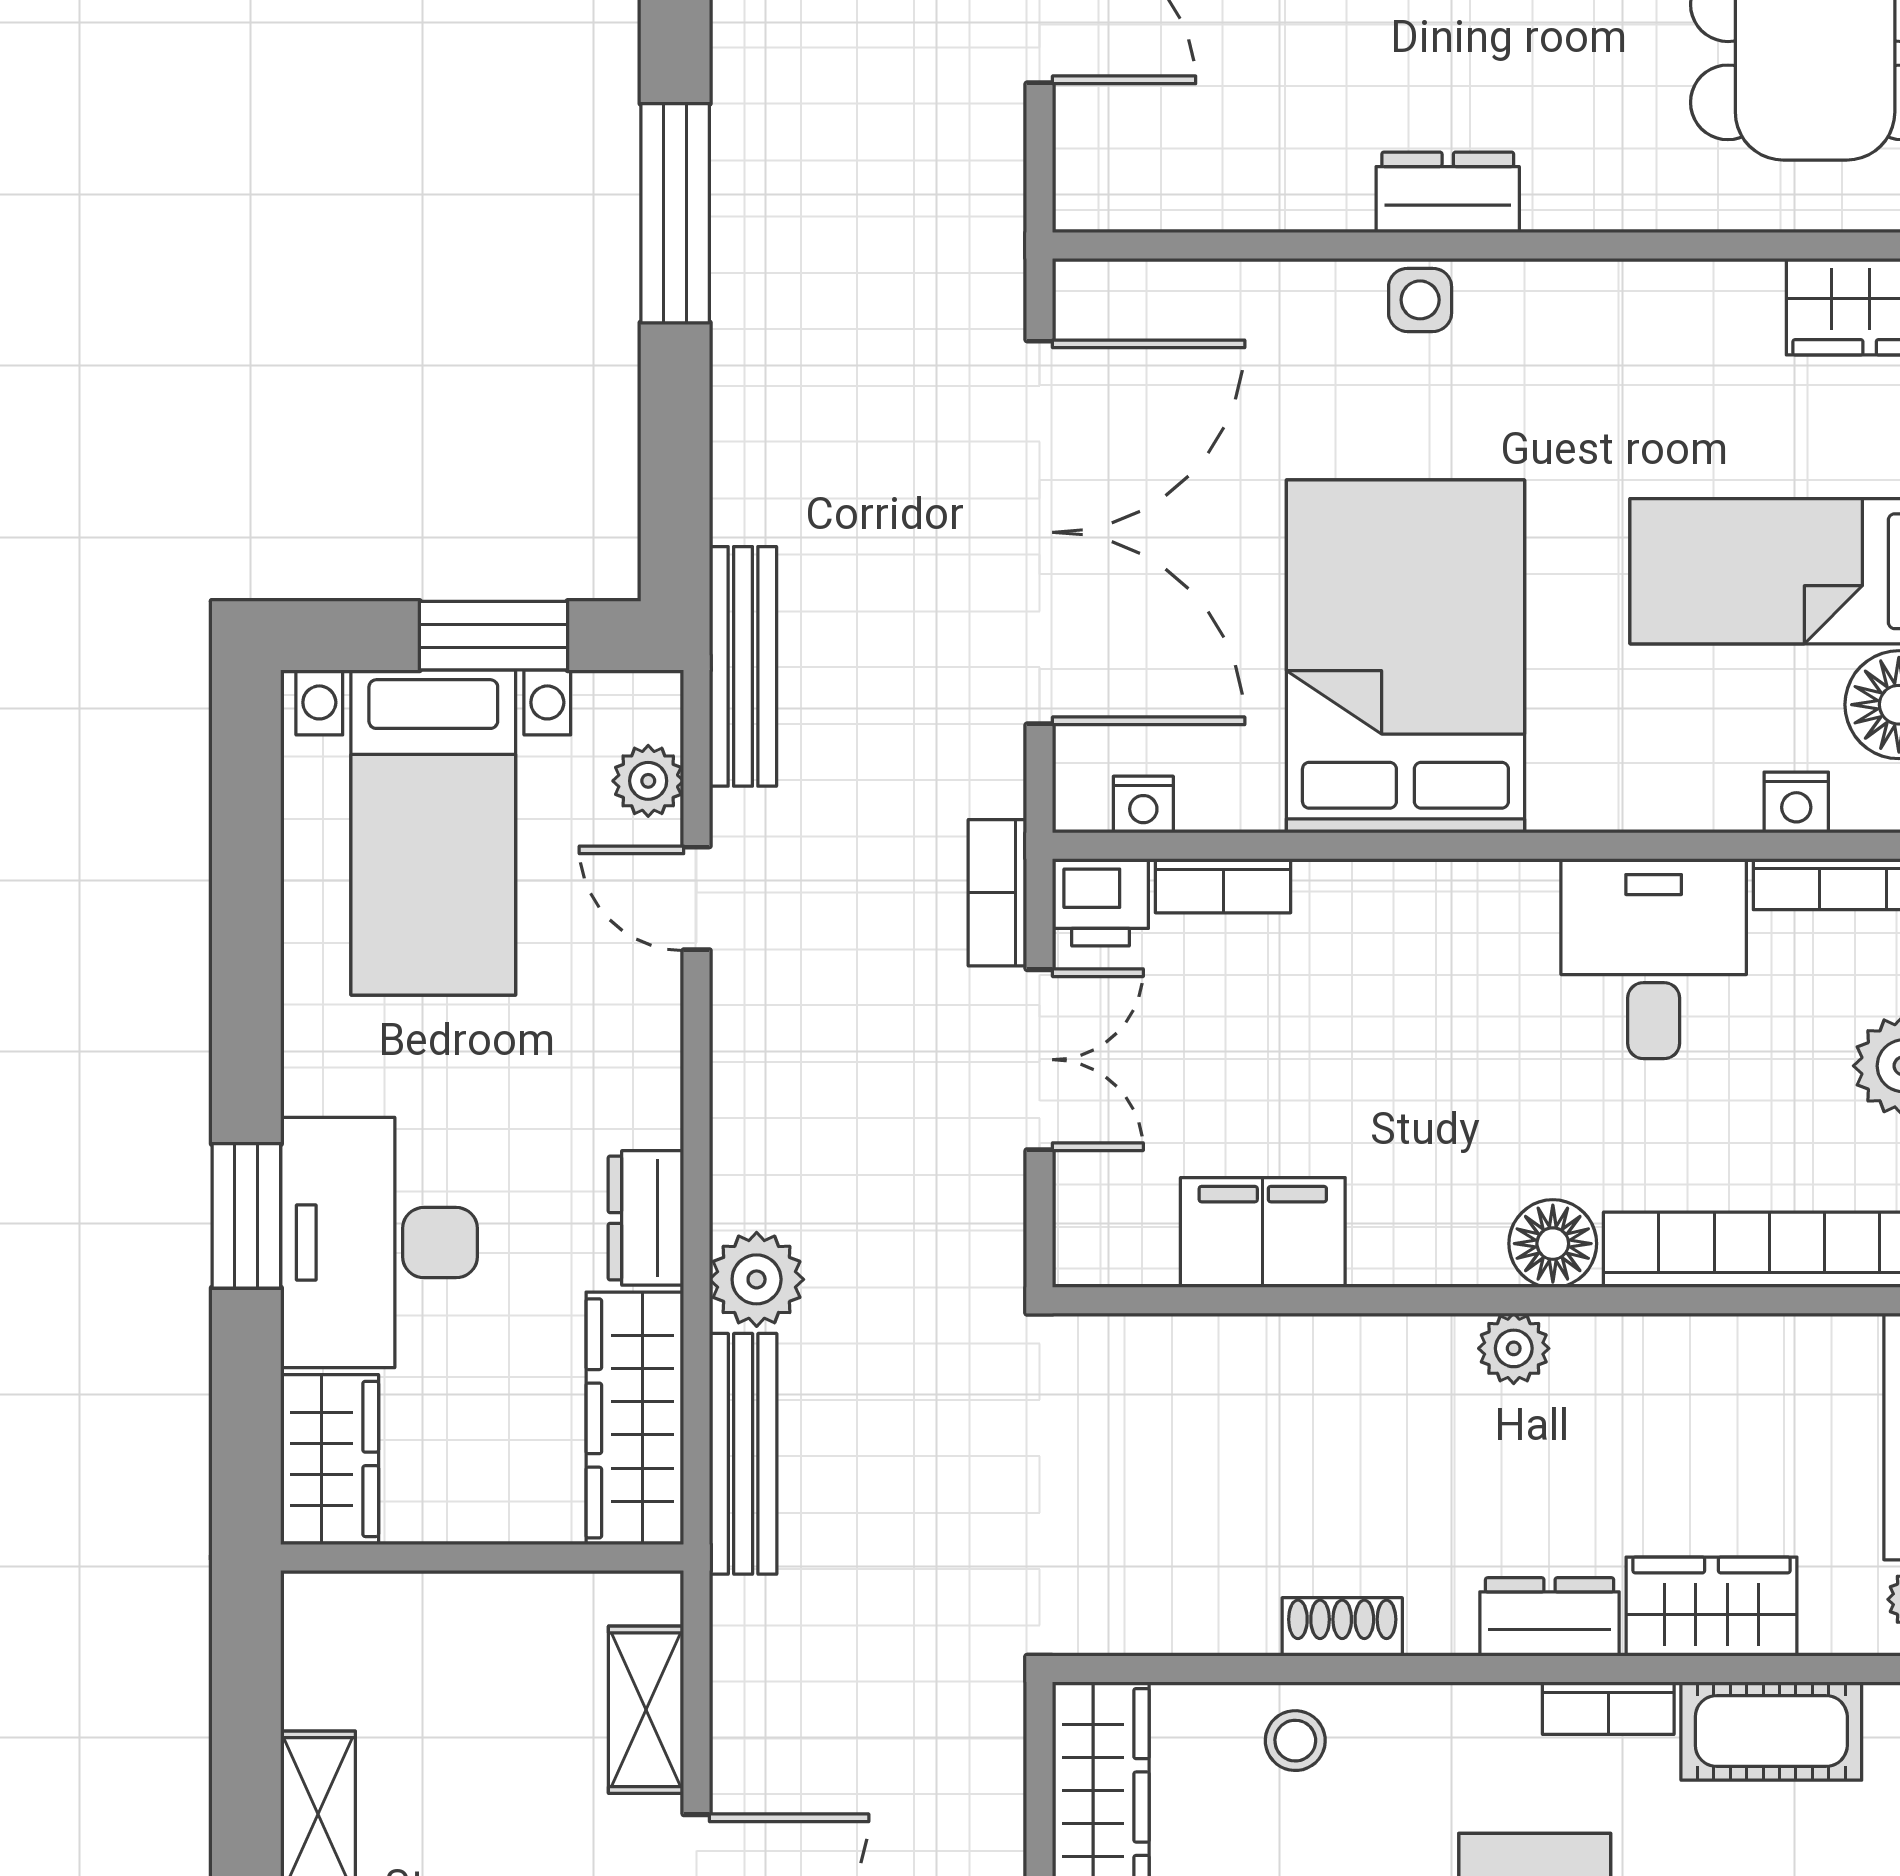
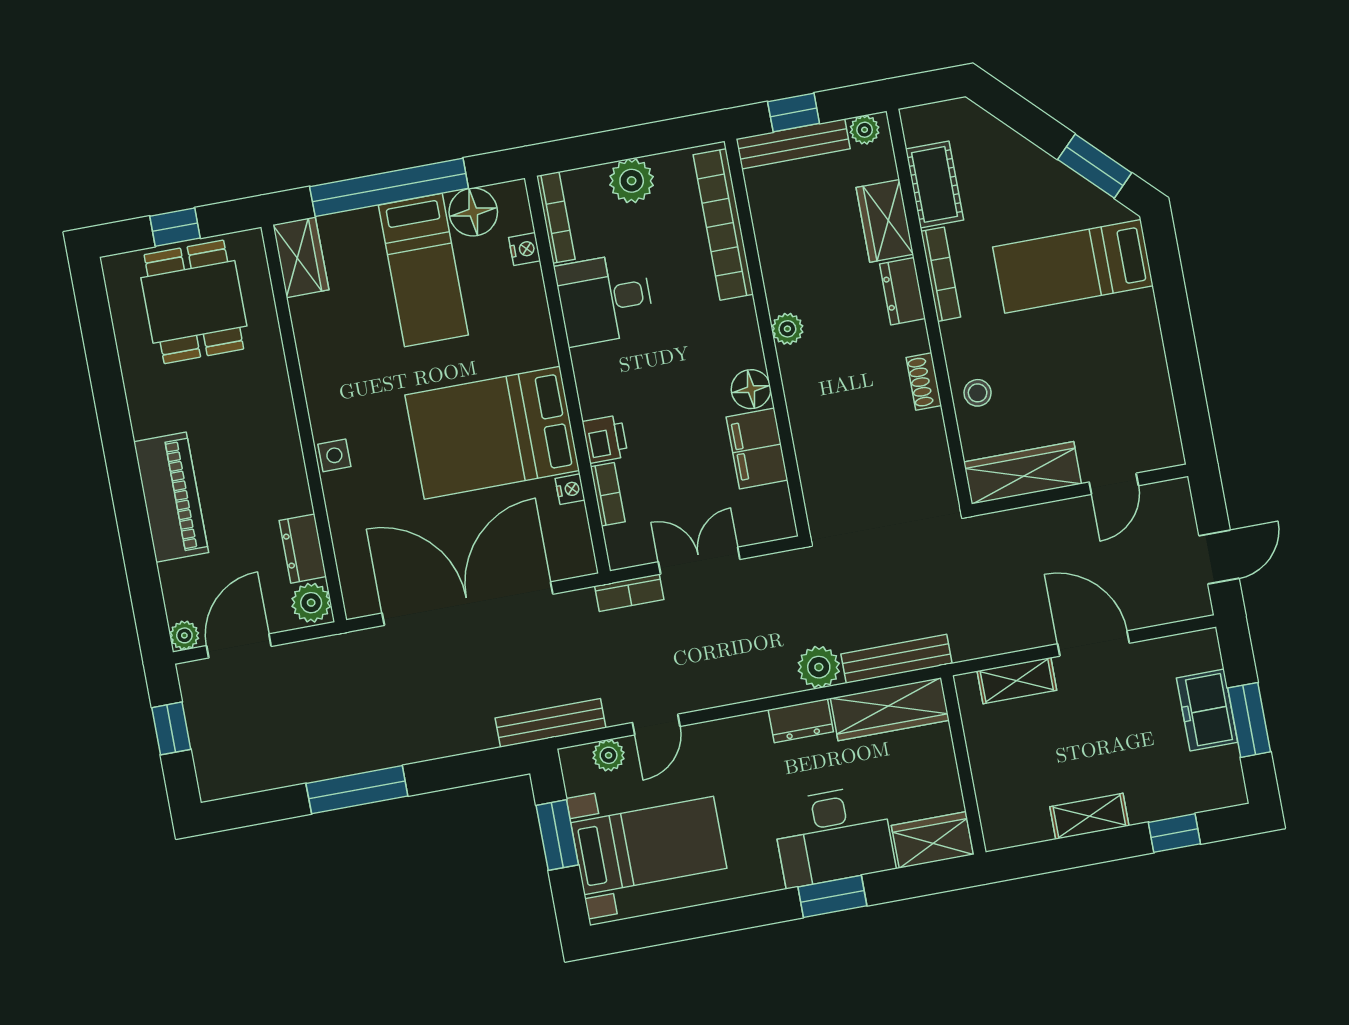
plant: (1105, 189) -> (311, 603), added
dresser: (1448, 192) -> (303, 549), moved
nightstand: (1143, 805) -> (570, 489), moved
printer: (1100, 902) -> (605, 439), moved
floor lamp: (1553, 1244) -> (751, 389), moved
bookcase: (1608, 1708) -> (941, 274), width x1.56

